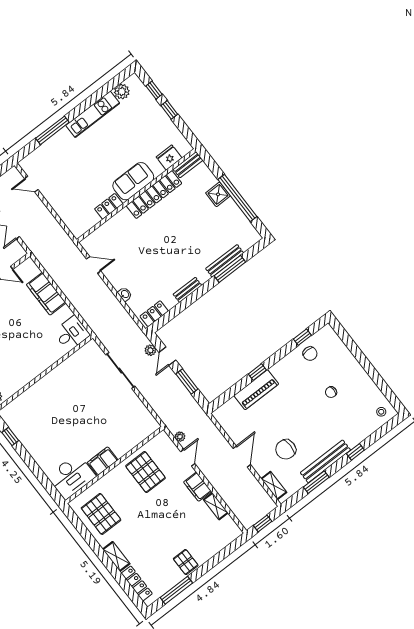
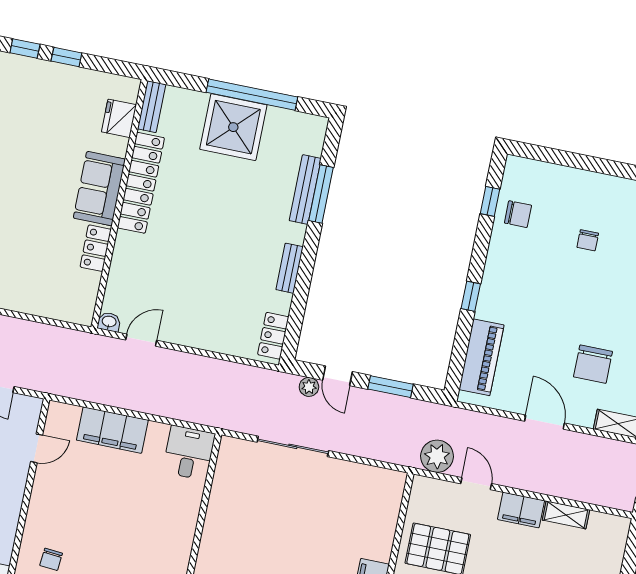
shower: (218, 194) -> (233, 127), width x1.86, depth x1.86
washbasin: (125, 294) -> (109, 322), moved
piano: (256, 390) -> (481, 357), moved
plant: (180, 437) -> (437, 456), width x1.88, depth x1.88

